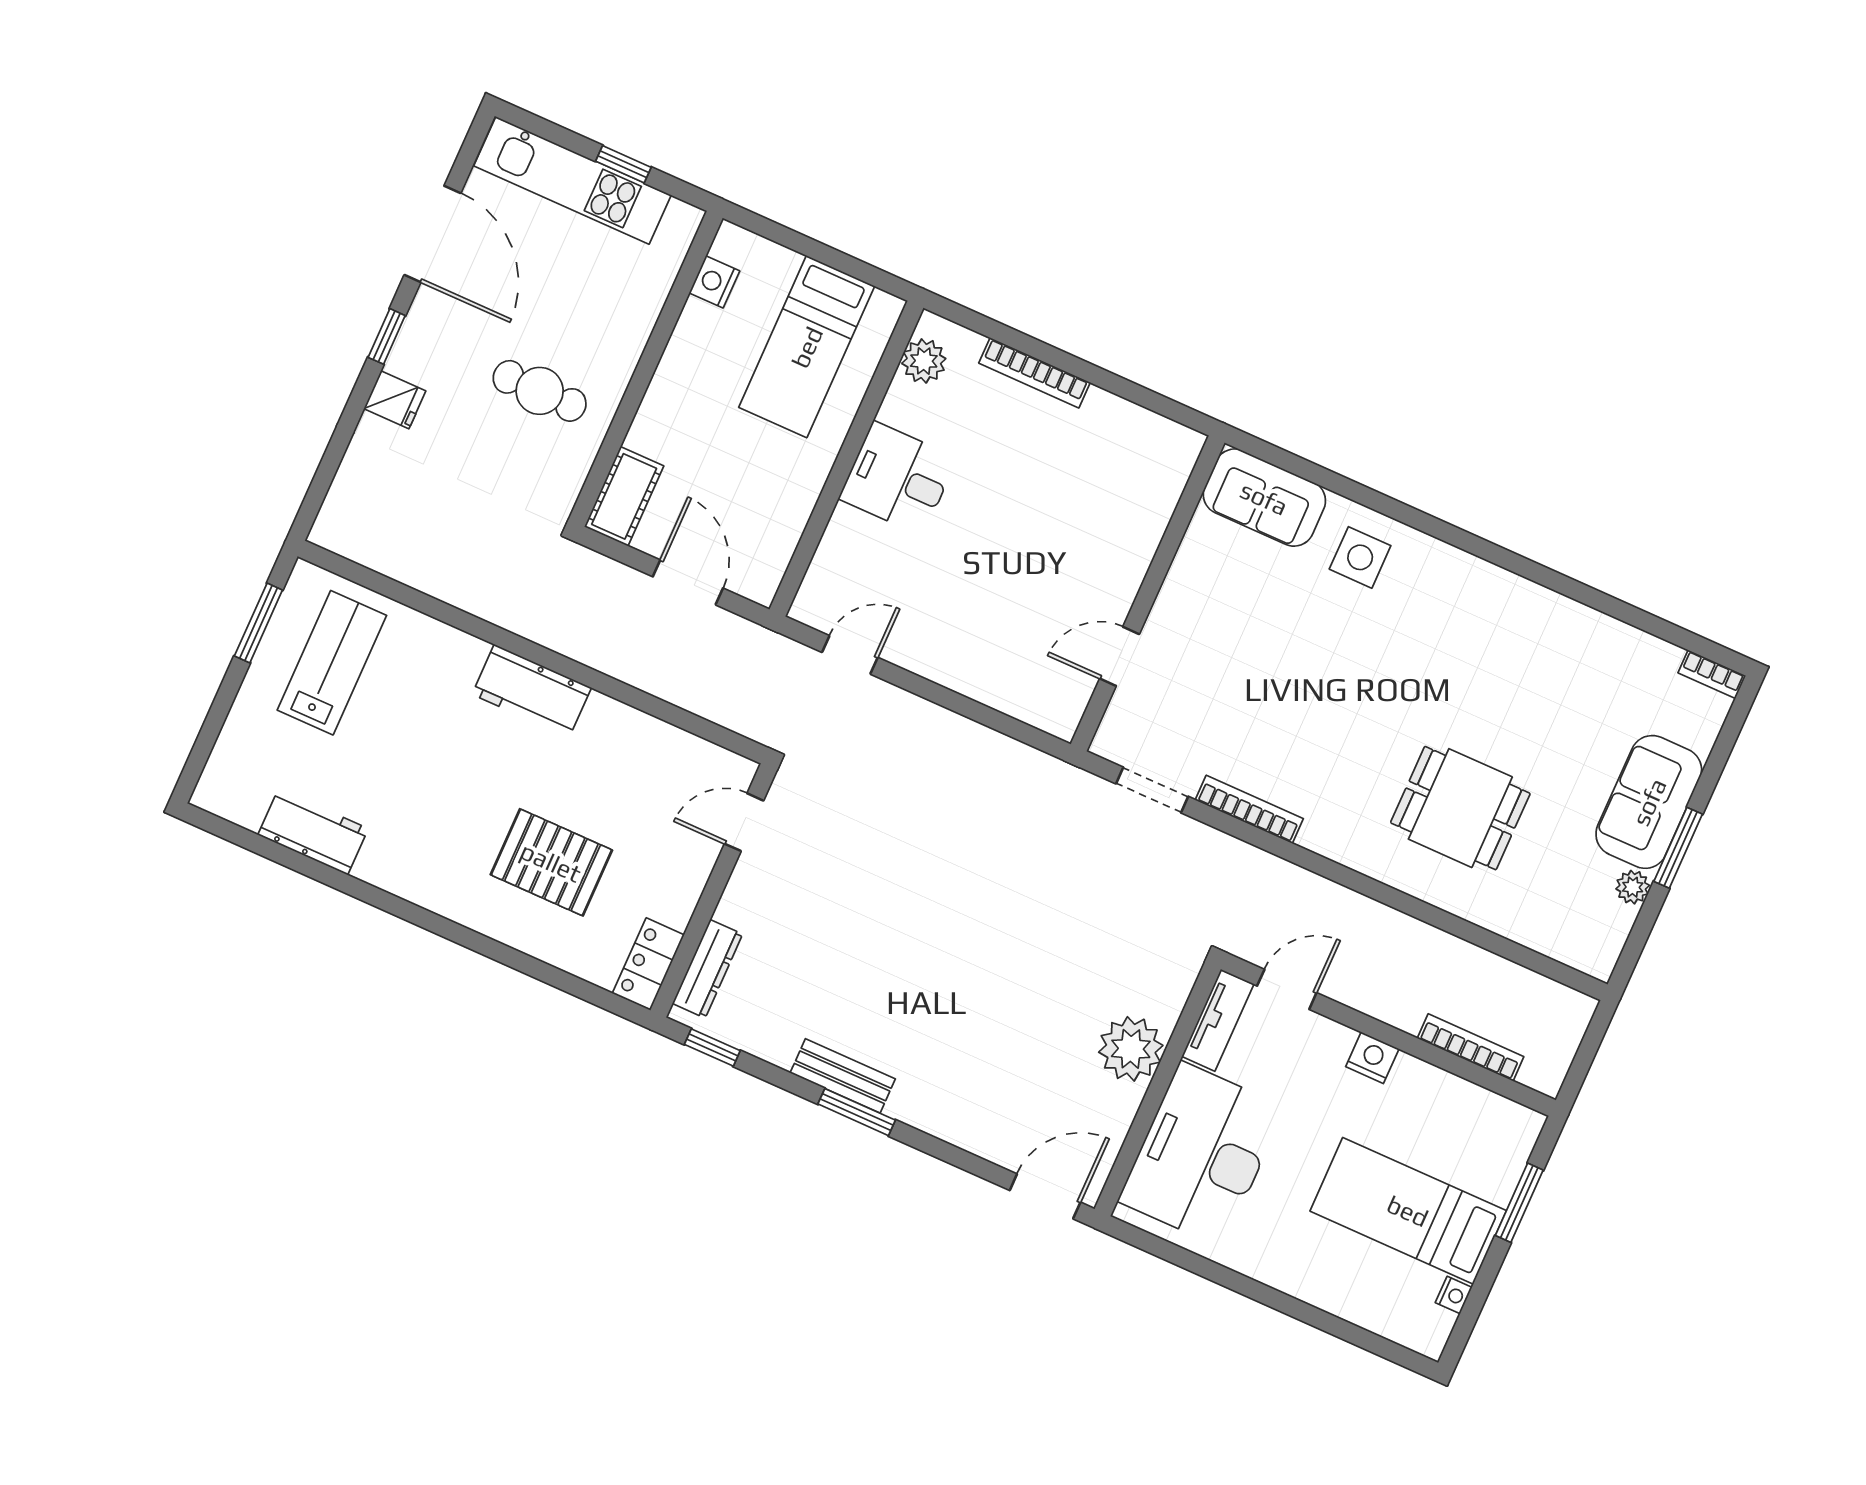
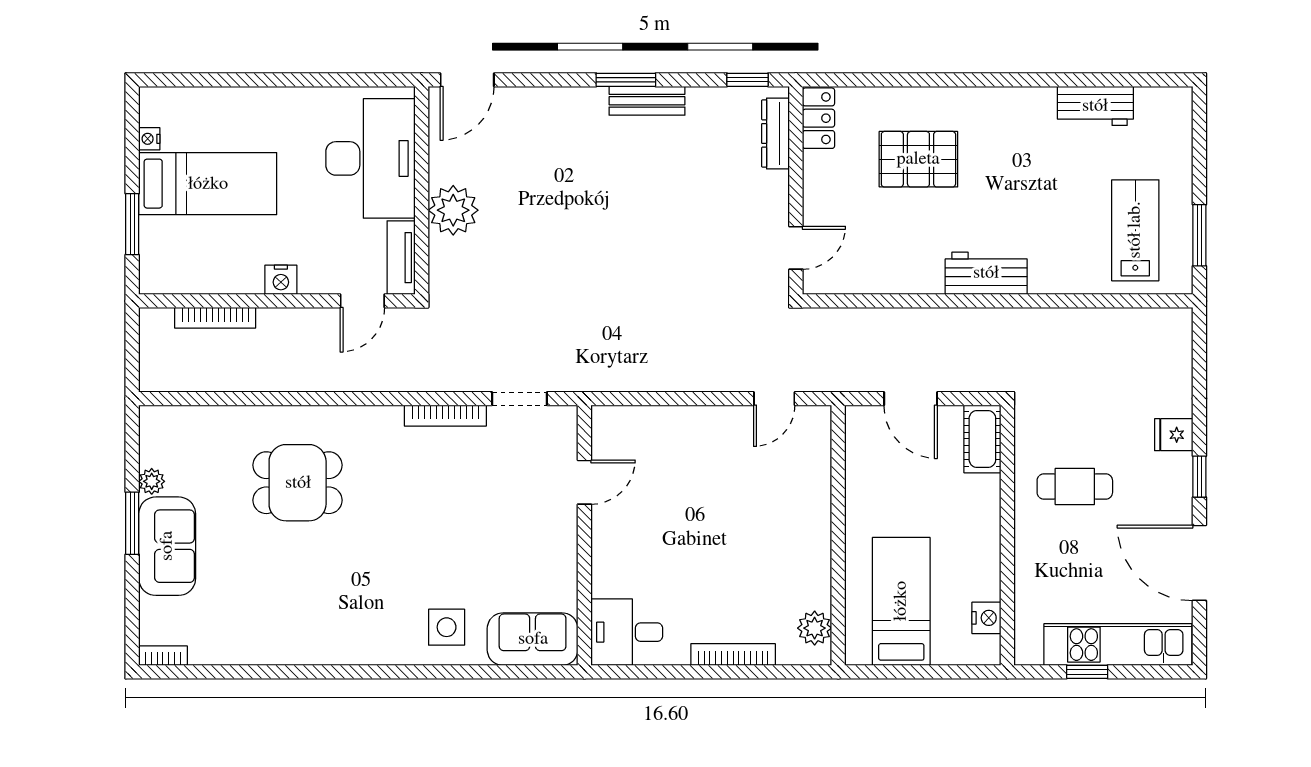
desk: (898, 478) -> (627, 632), moved, turned 180
lab bench: (332, 663) -> (1135, 230), turned 180

